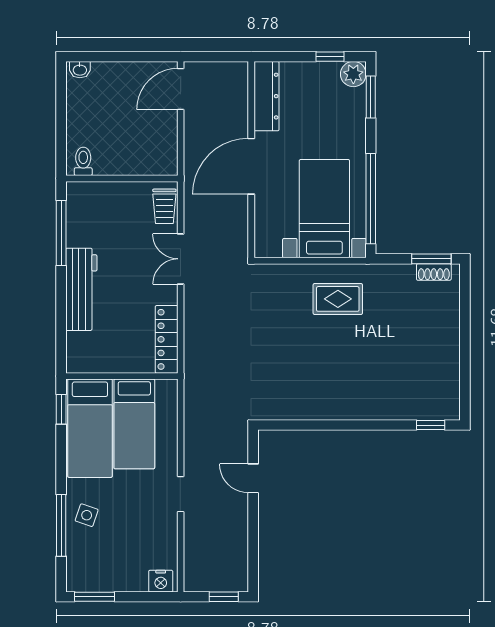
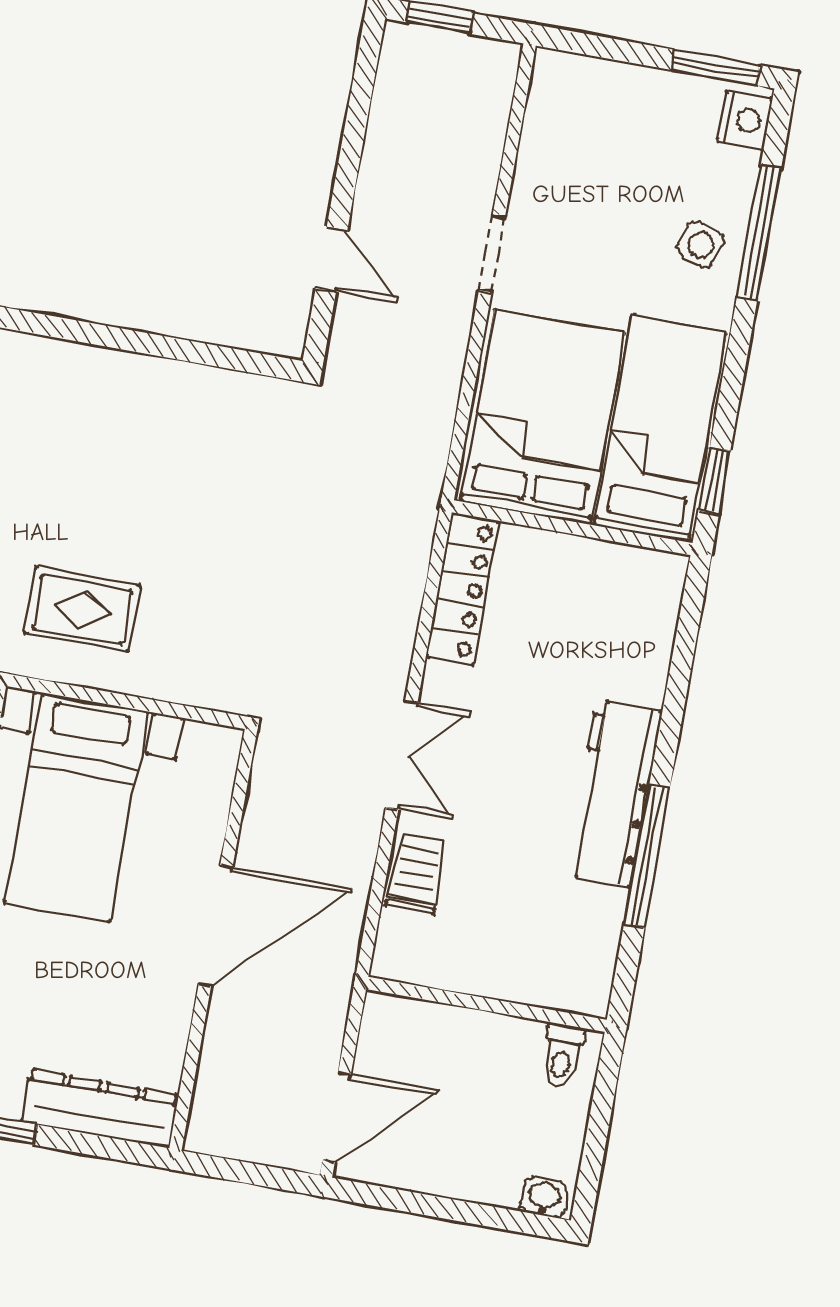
dresser: (266, 96) -> (100, 1109), moved, turned 90
toilet: (83, 161) -> (562, 1056), moved
wall: (122, 178) -> (486, 1004), moved
workbench: (81, 289) -> (614, 793), moved
bed: (134, 424) -> (542, 417), width x1.50
nightstand: (161, 581) -> (745, 120), moved, turned 90

